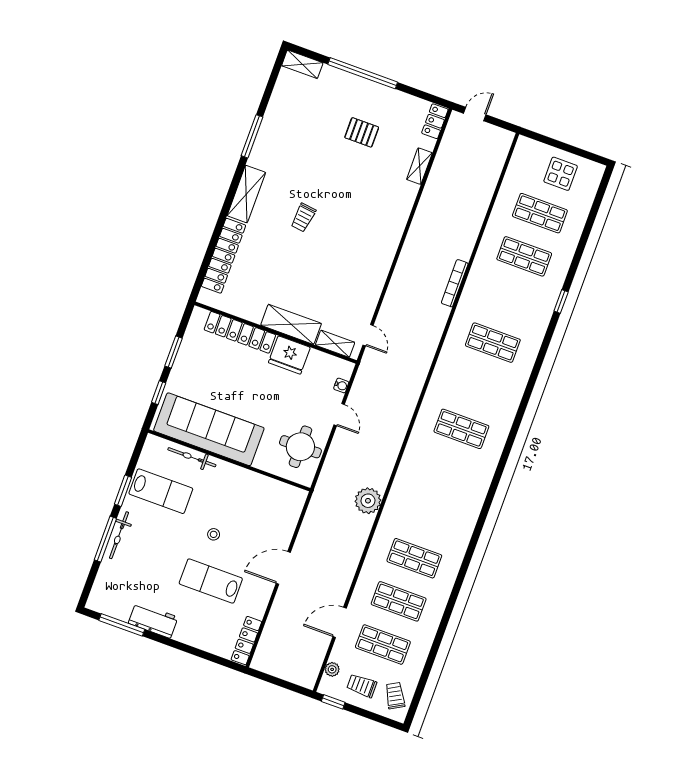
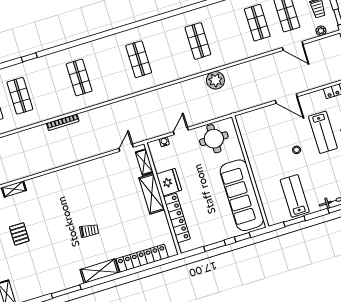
bicycle: (192, 457) -> (264, 193), removed
window: (123, 491) -> (294, 221), moved
shop shelf: (414, 558) -> (198, 41), moved

